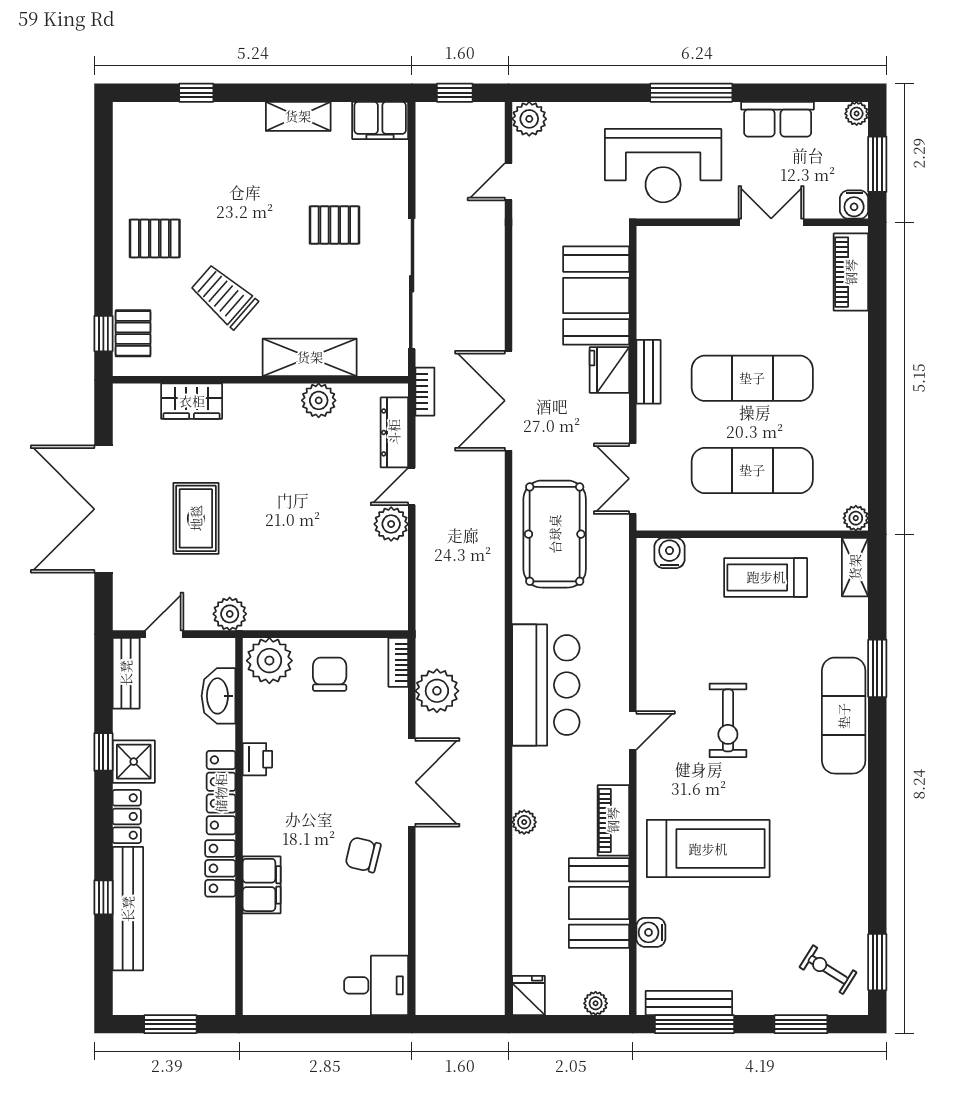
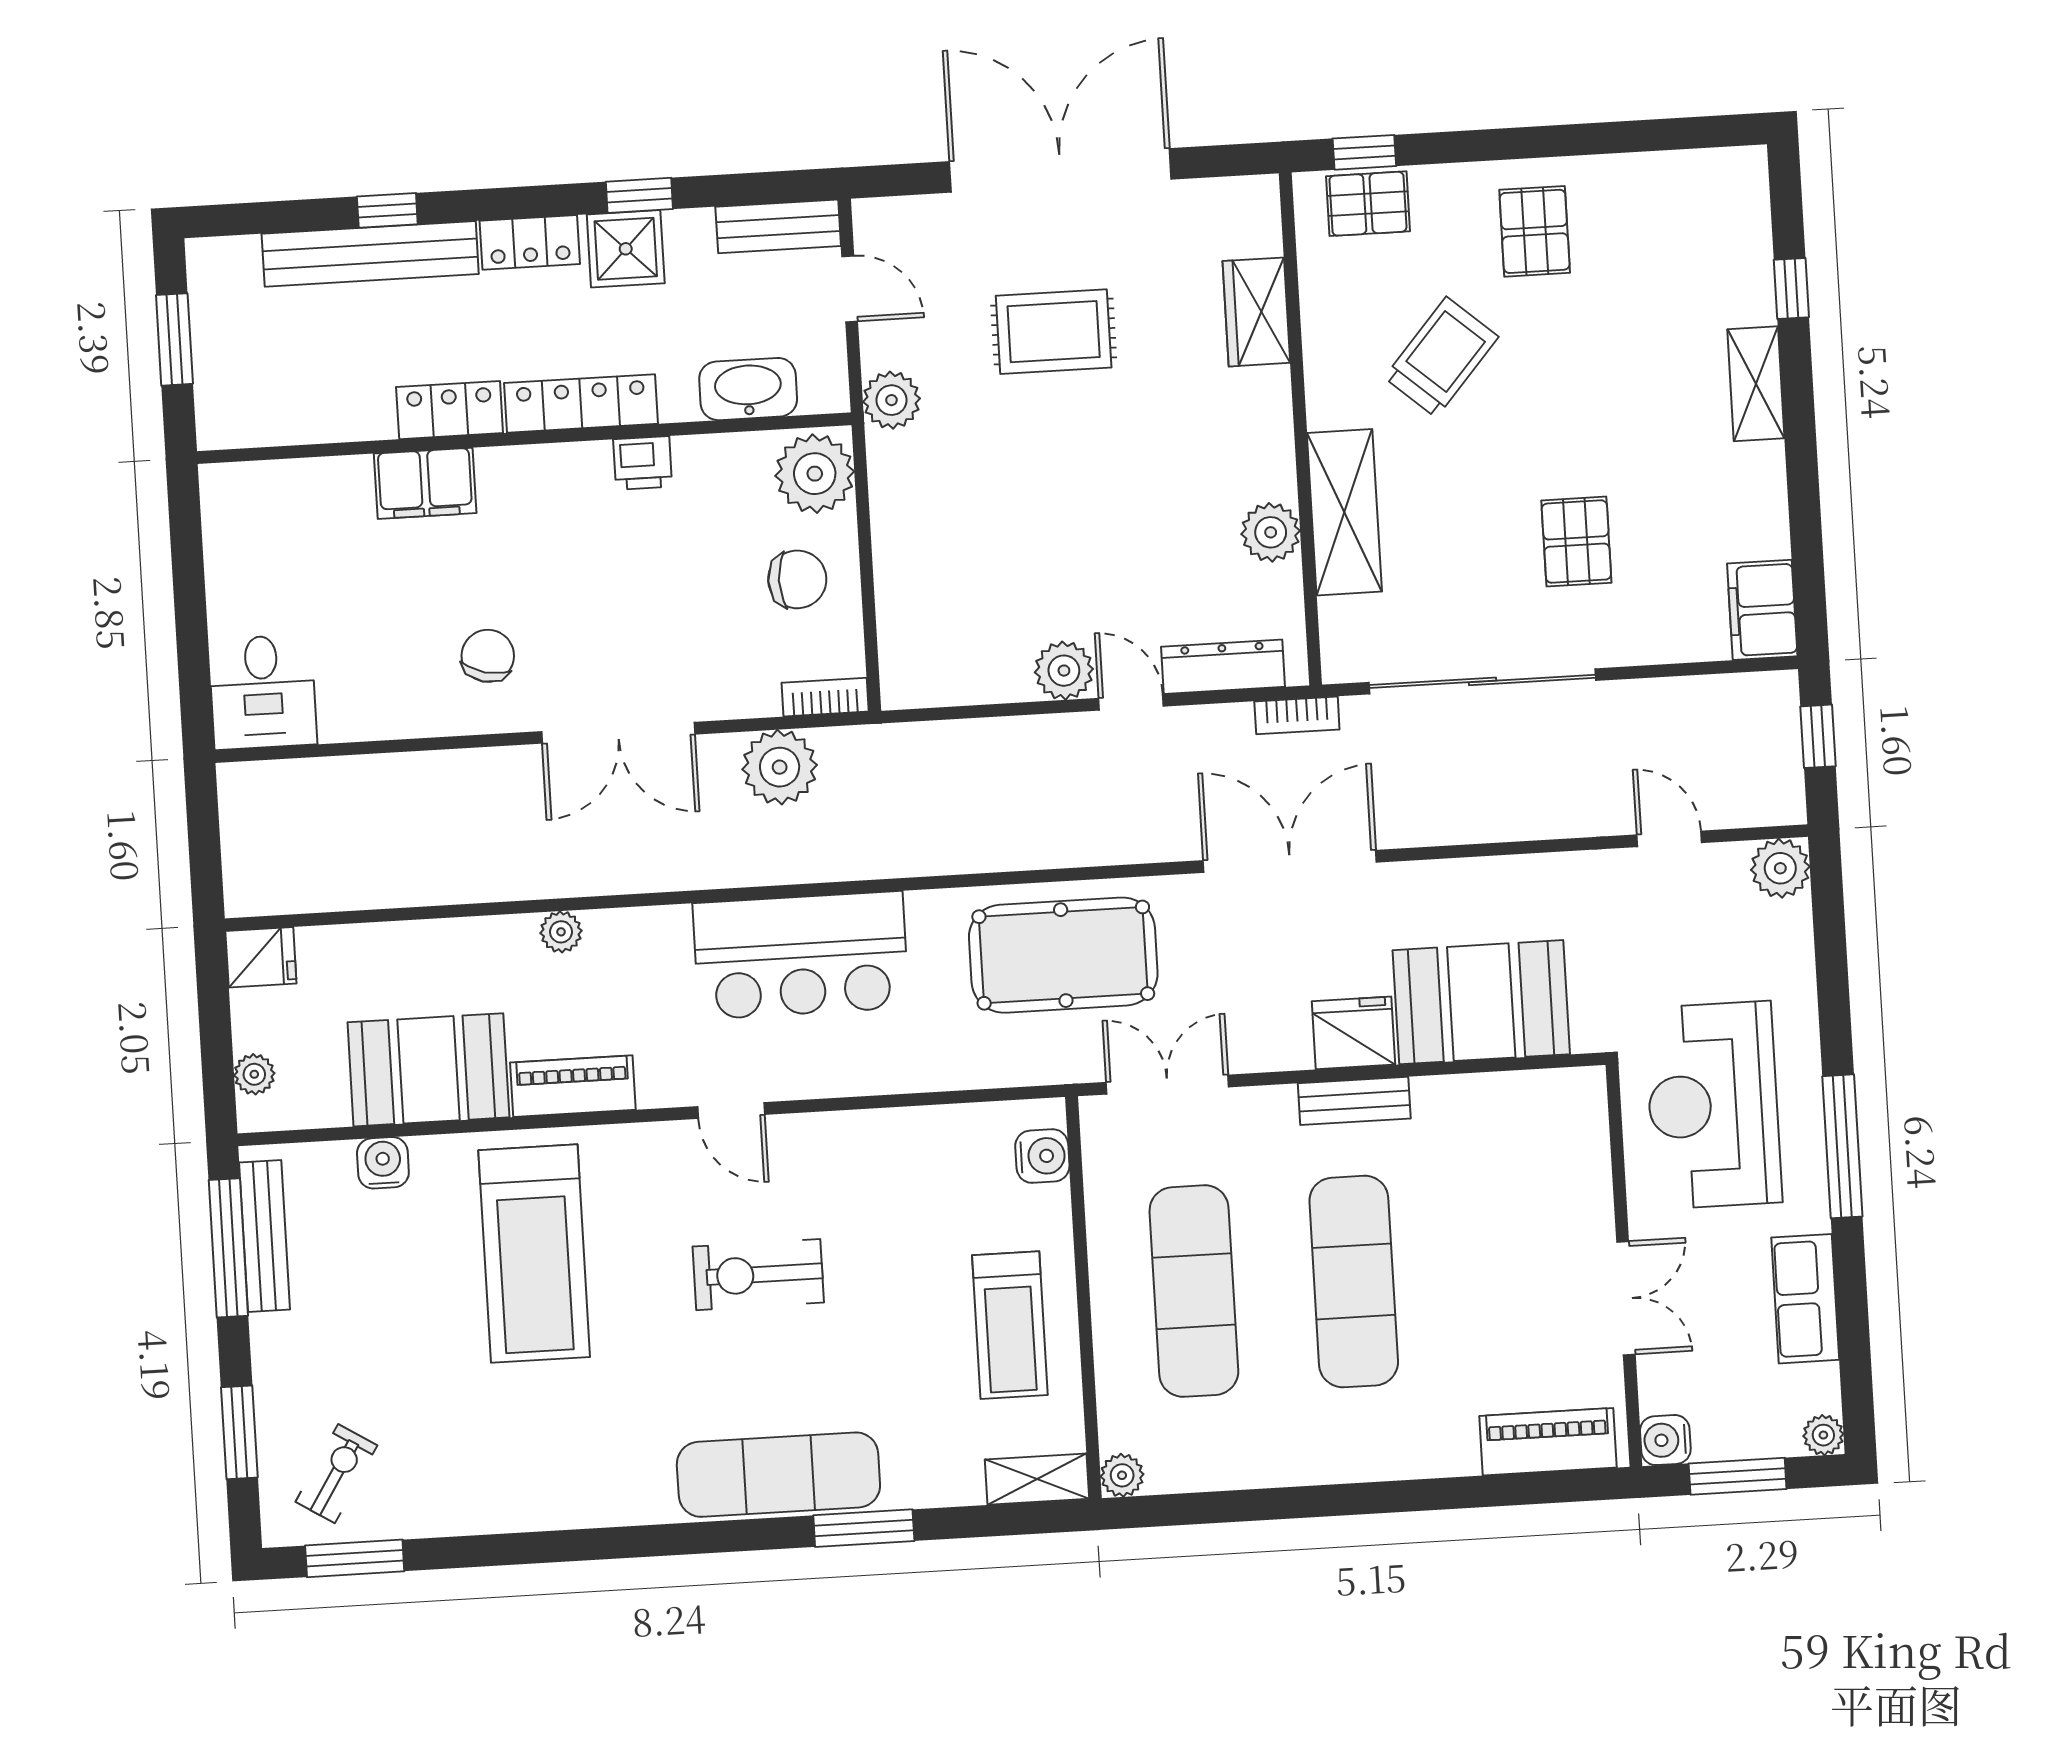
shelving: (298, 116) -> (1756, 384), moved
treadmill: (766, 577) -> (1010, 1325), turned 180

